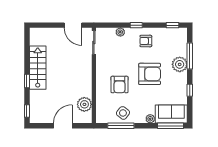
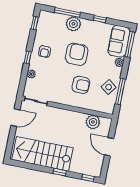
stairs: (38, 68) -> (42, 154), width x1.36, depth x1.51

